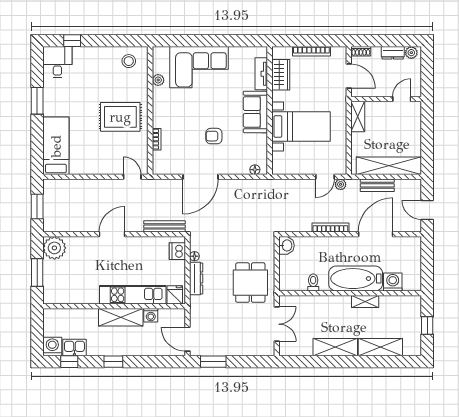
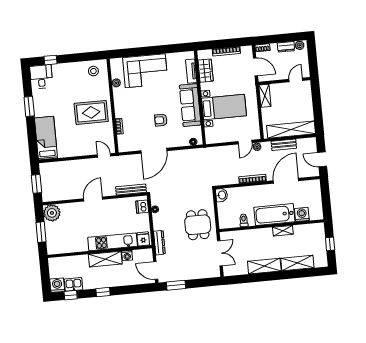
sofa: (255, 112) -> (190, 105), width x1.36
dresser: (196, 279) -> (159, 243), moved

